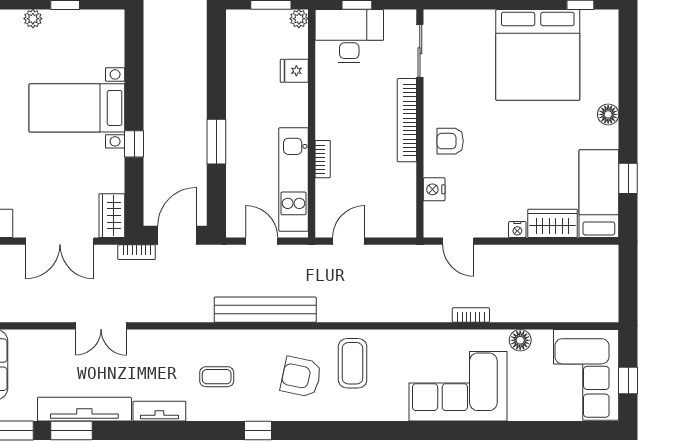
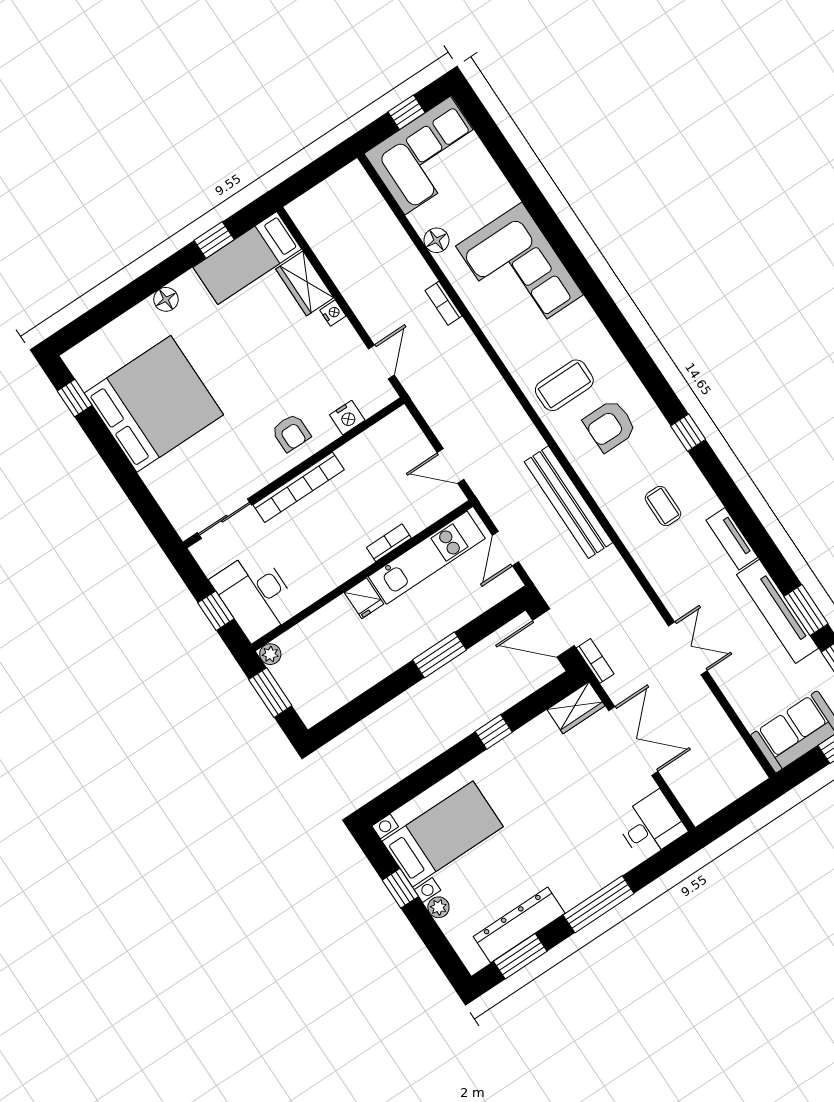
fridge: (294, 71) -> (364, 598), moved
bed with nightstands: (77, 108) -> (443, 834), moved, turned -90
armchair: (301, 377) -> (610, 426), turned 78

